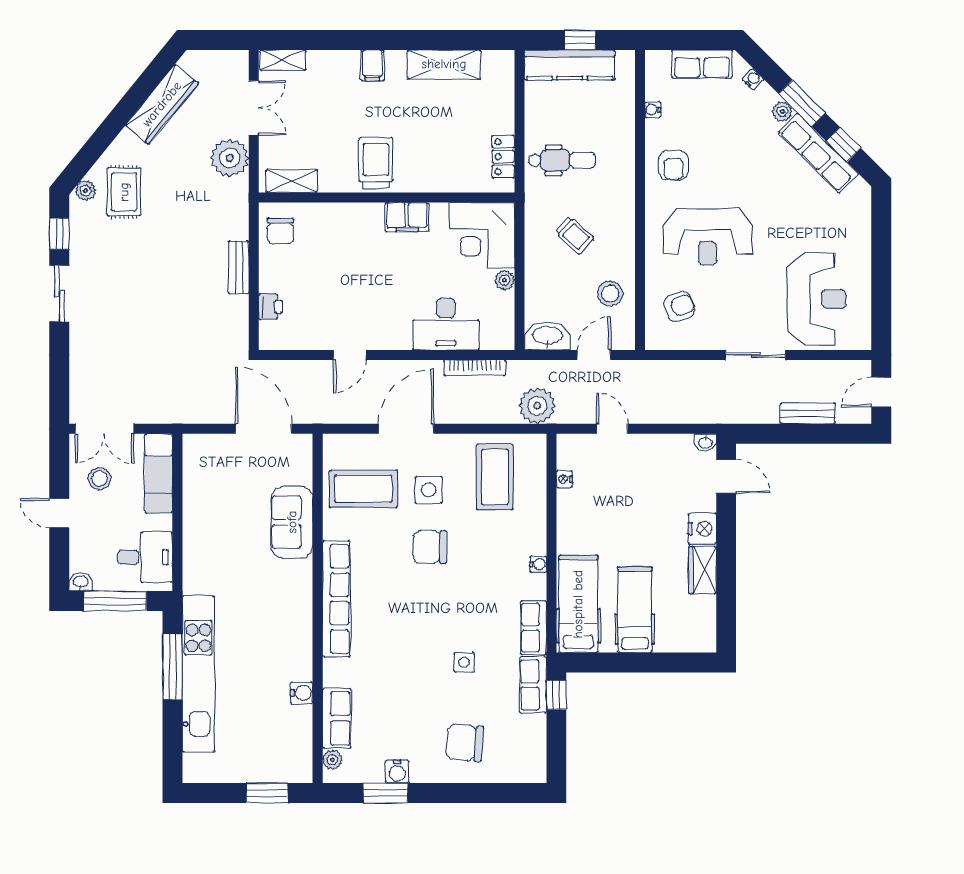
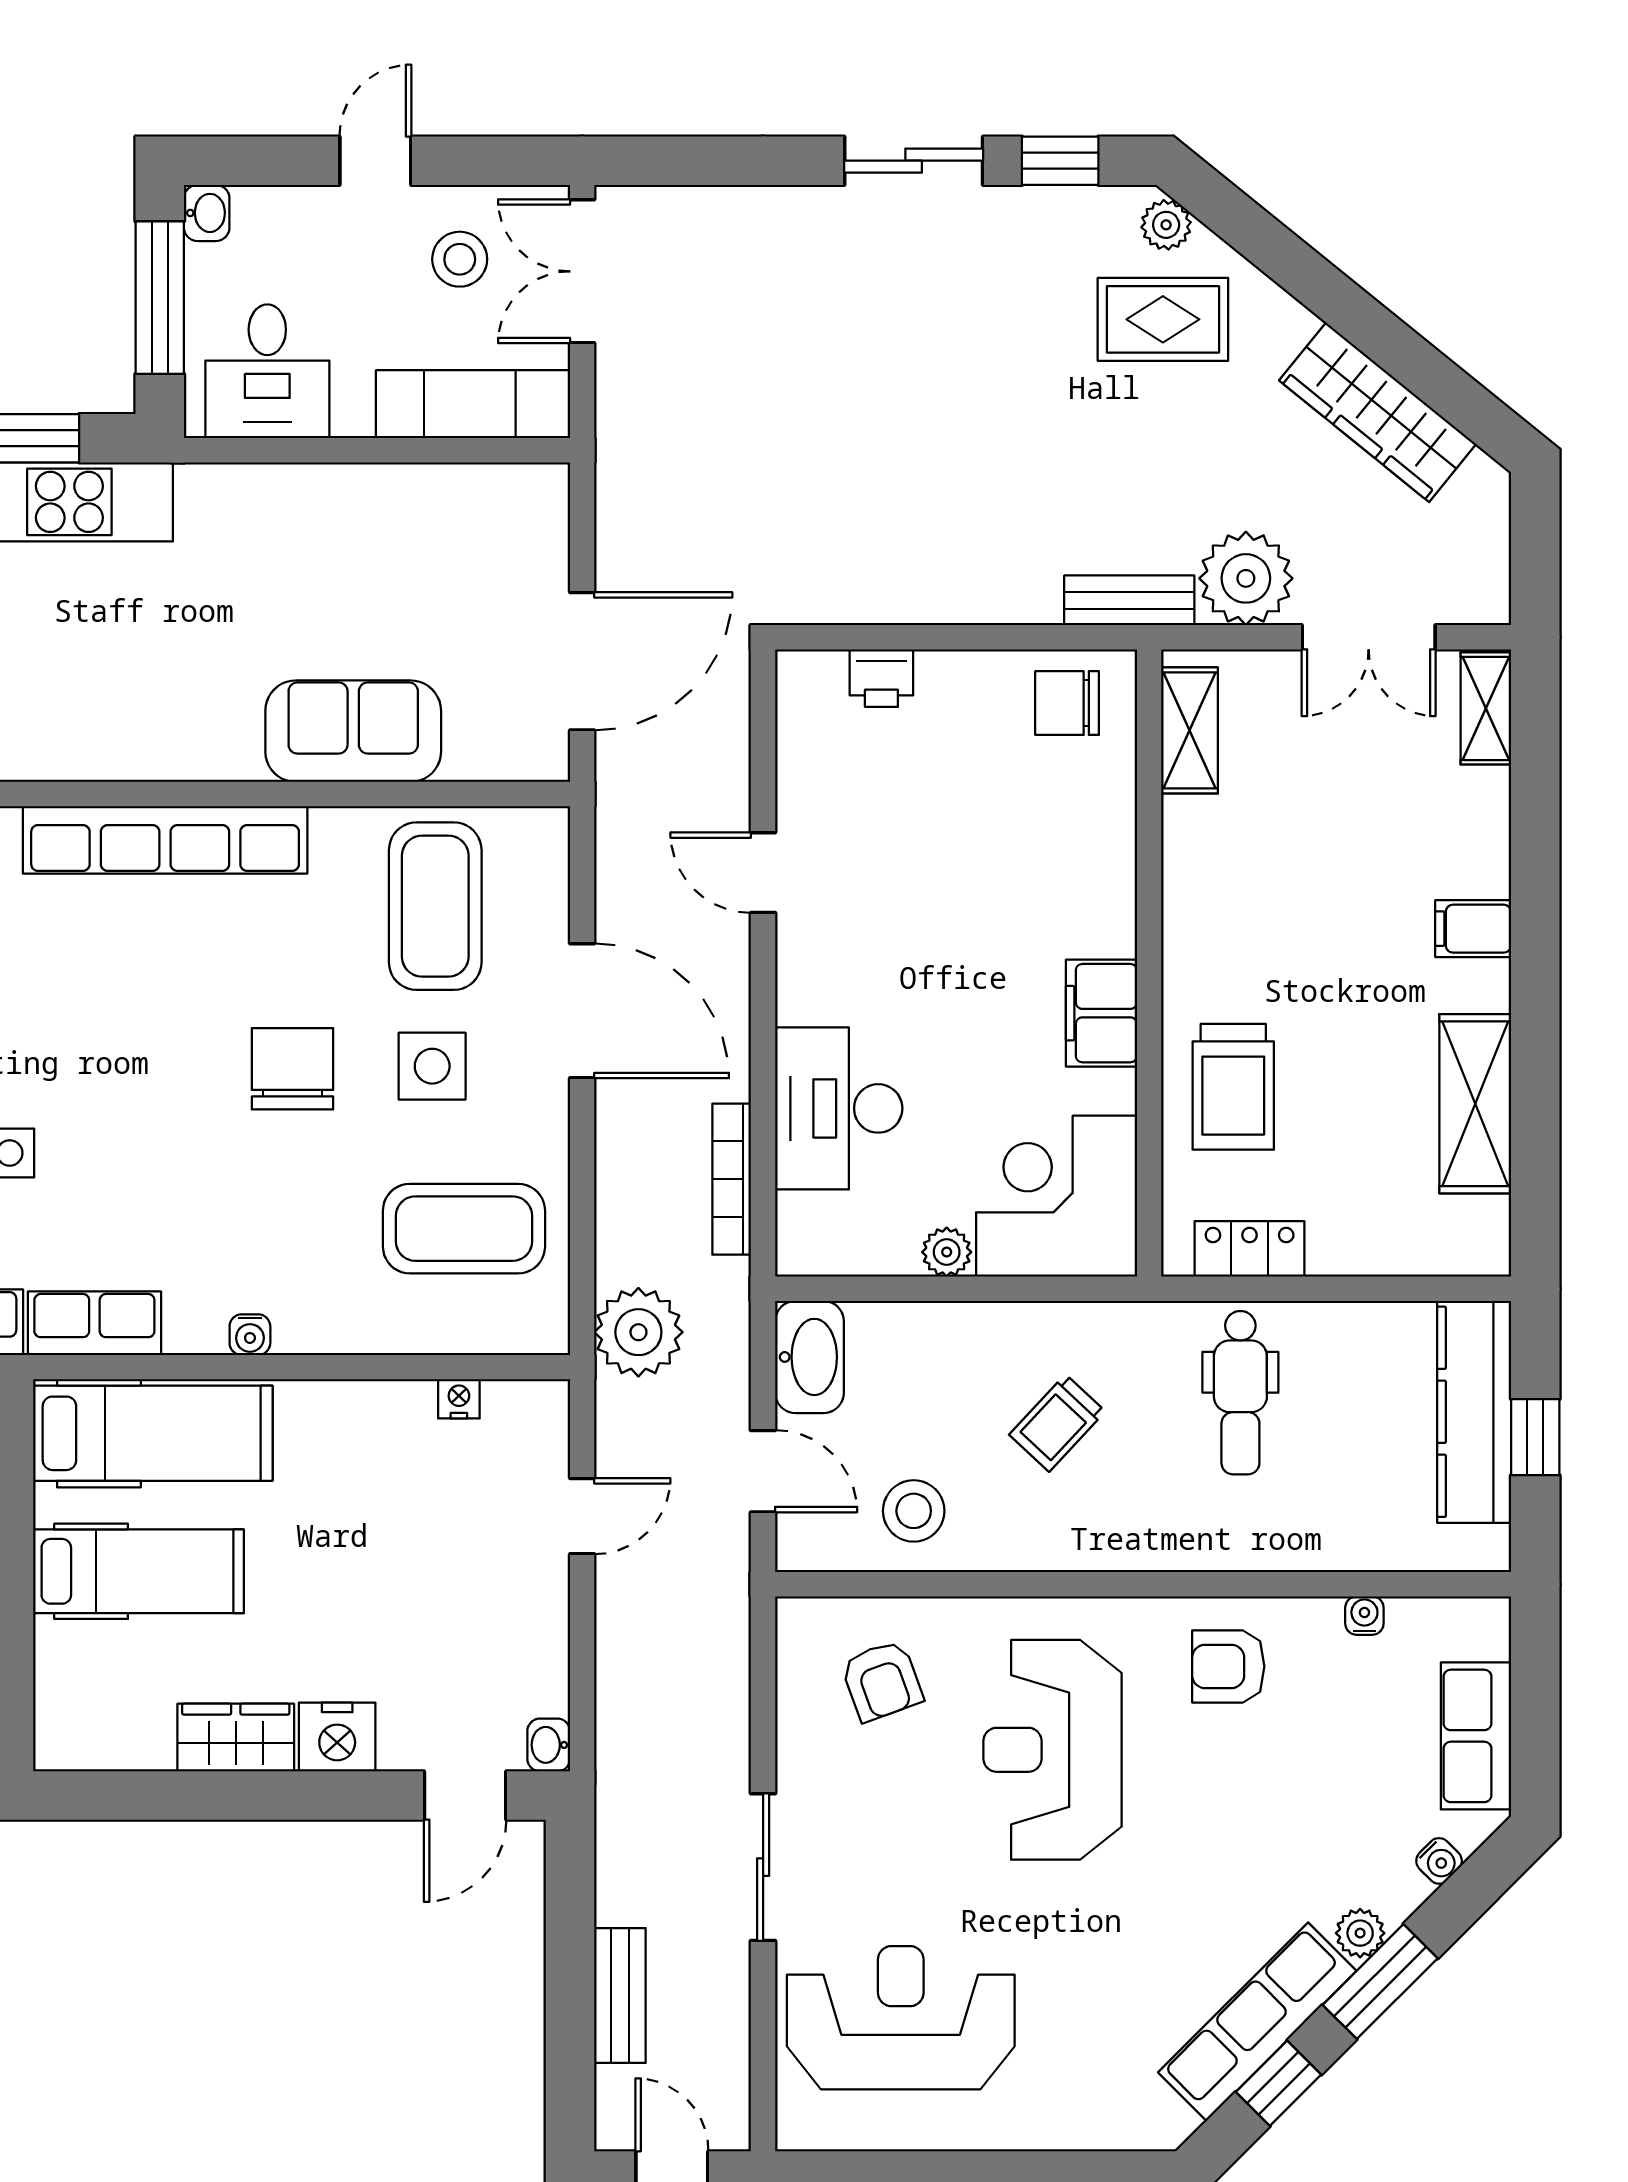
trolley: (376, 163) -> (1233, 1087), moved, turned 90
bench: (239, 267) -> (1129, 600), moved
reception desk: (817, 299) -> (901, 2018), turned 180

